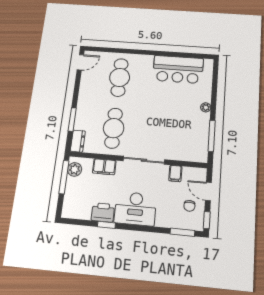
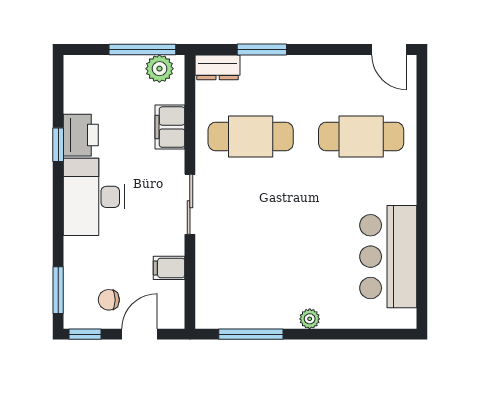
sliding door: (144, 160) -> (190, 204), width x0.73

